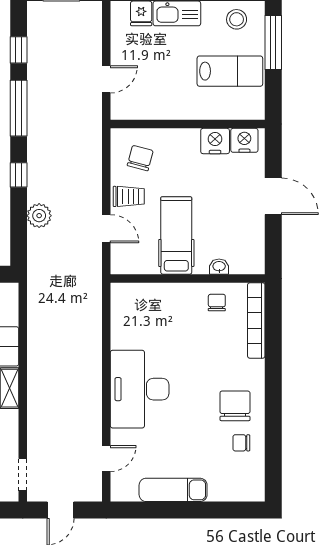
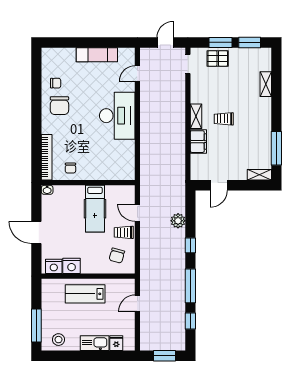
lab bench: (230, 71) -> (85, 294), moved
washbasin: (219, 267) -> (47, 190), moved

